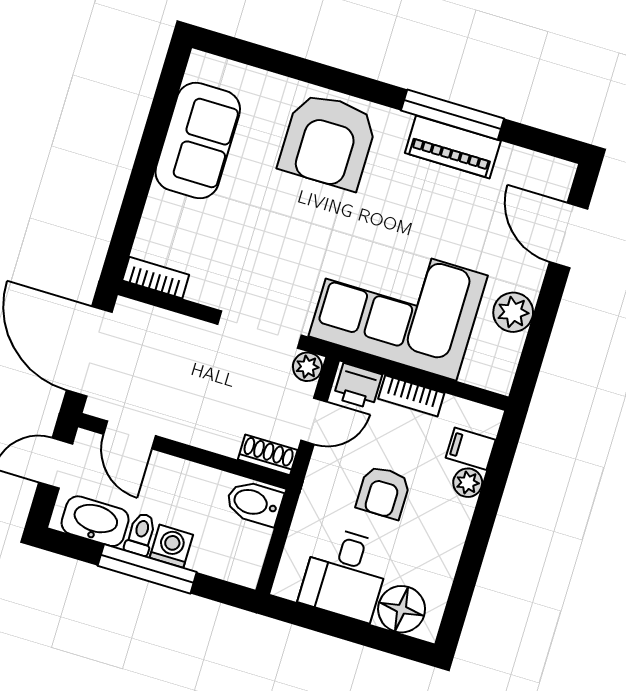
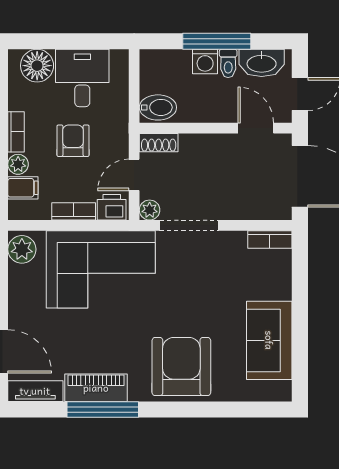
tv unit: (537, 167) -> (35, 391), added
plant: (513, 312) -> (22, 249), moved
bookcase: (457, 528) -> (16, 132), added

